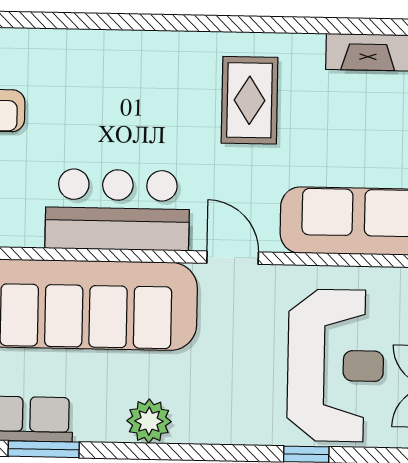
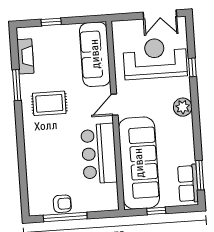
window: (301, 25) -> (17, 85), added
plant: (149, 421) -> (183, 107), moved

